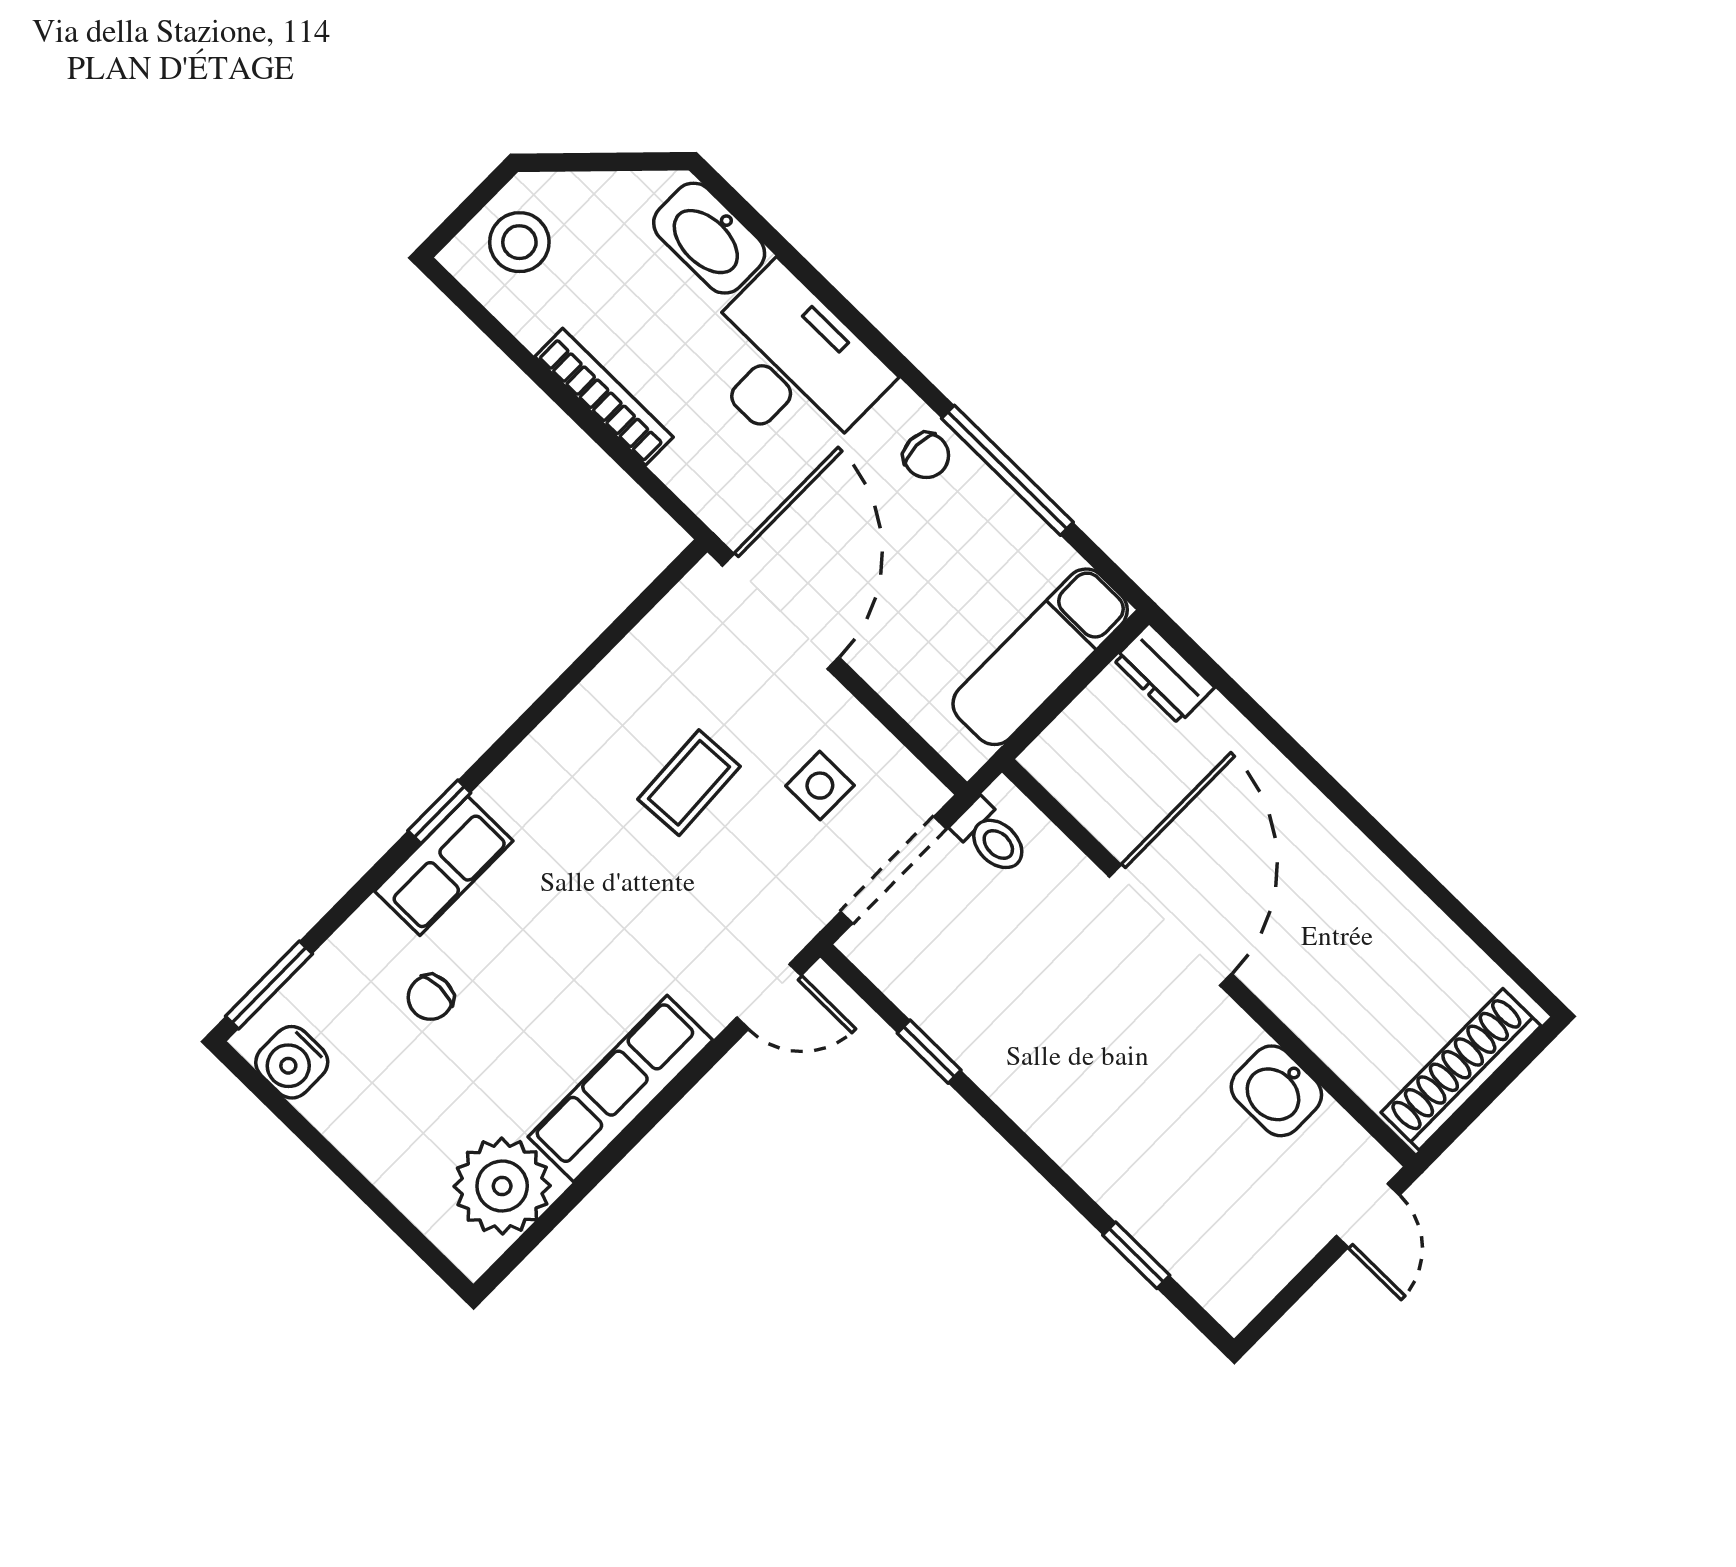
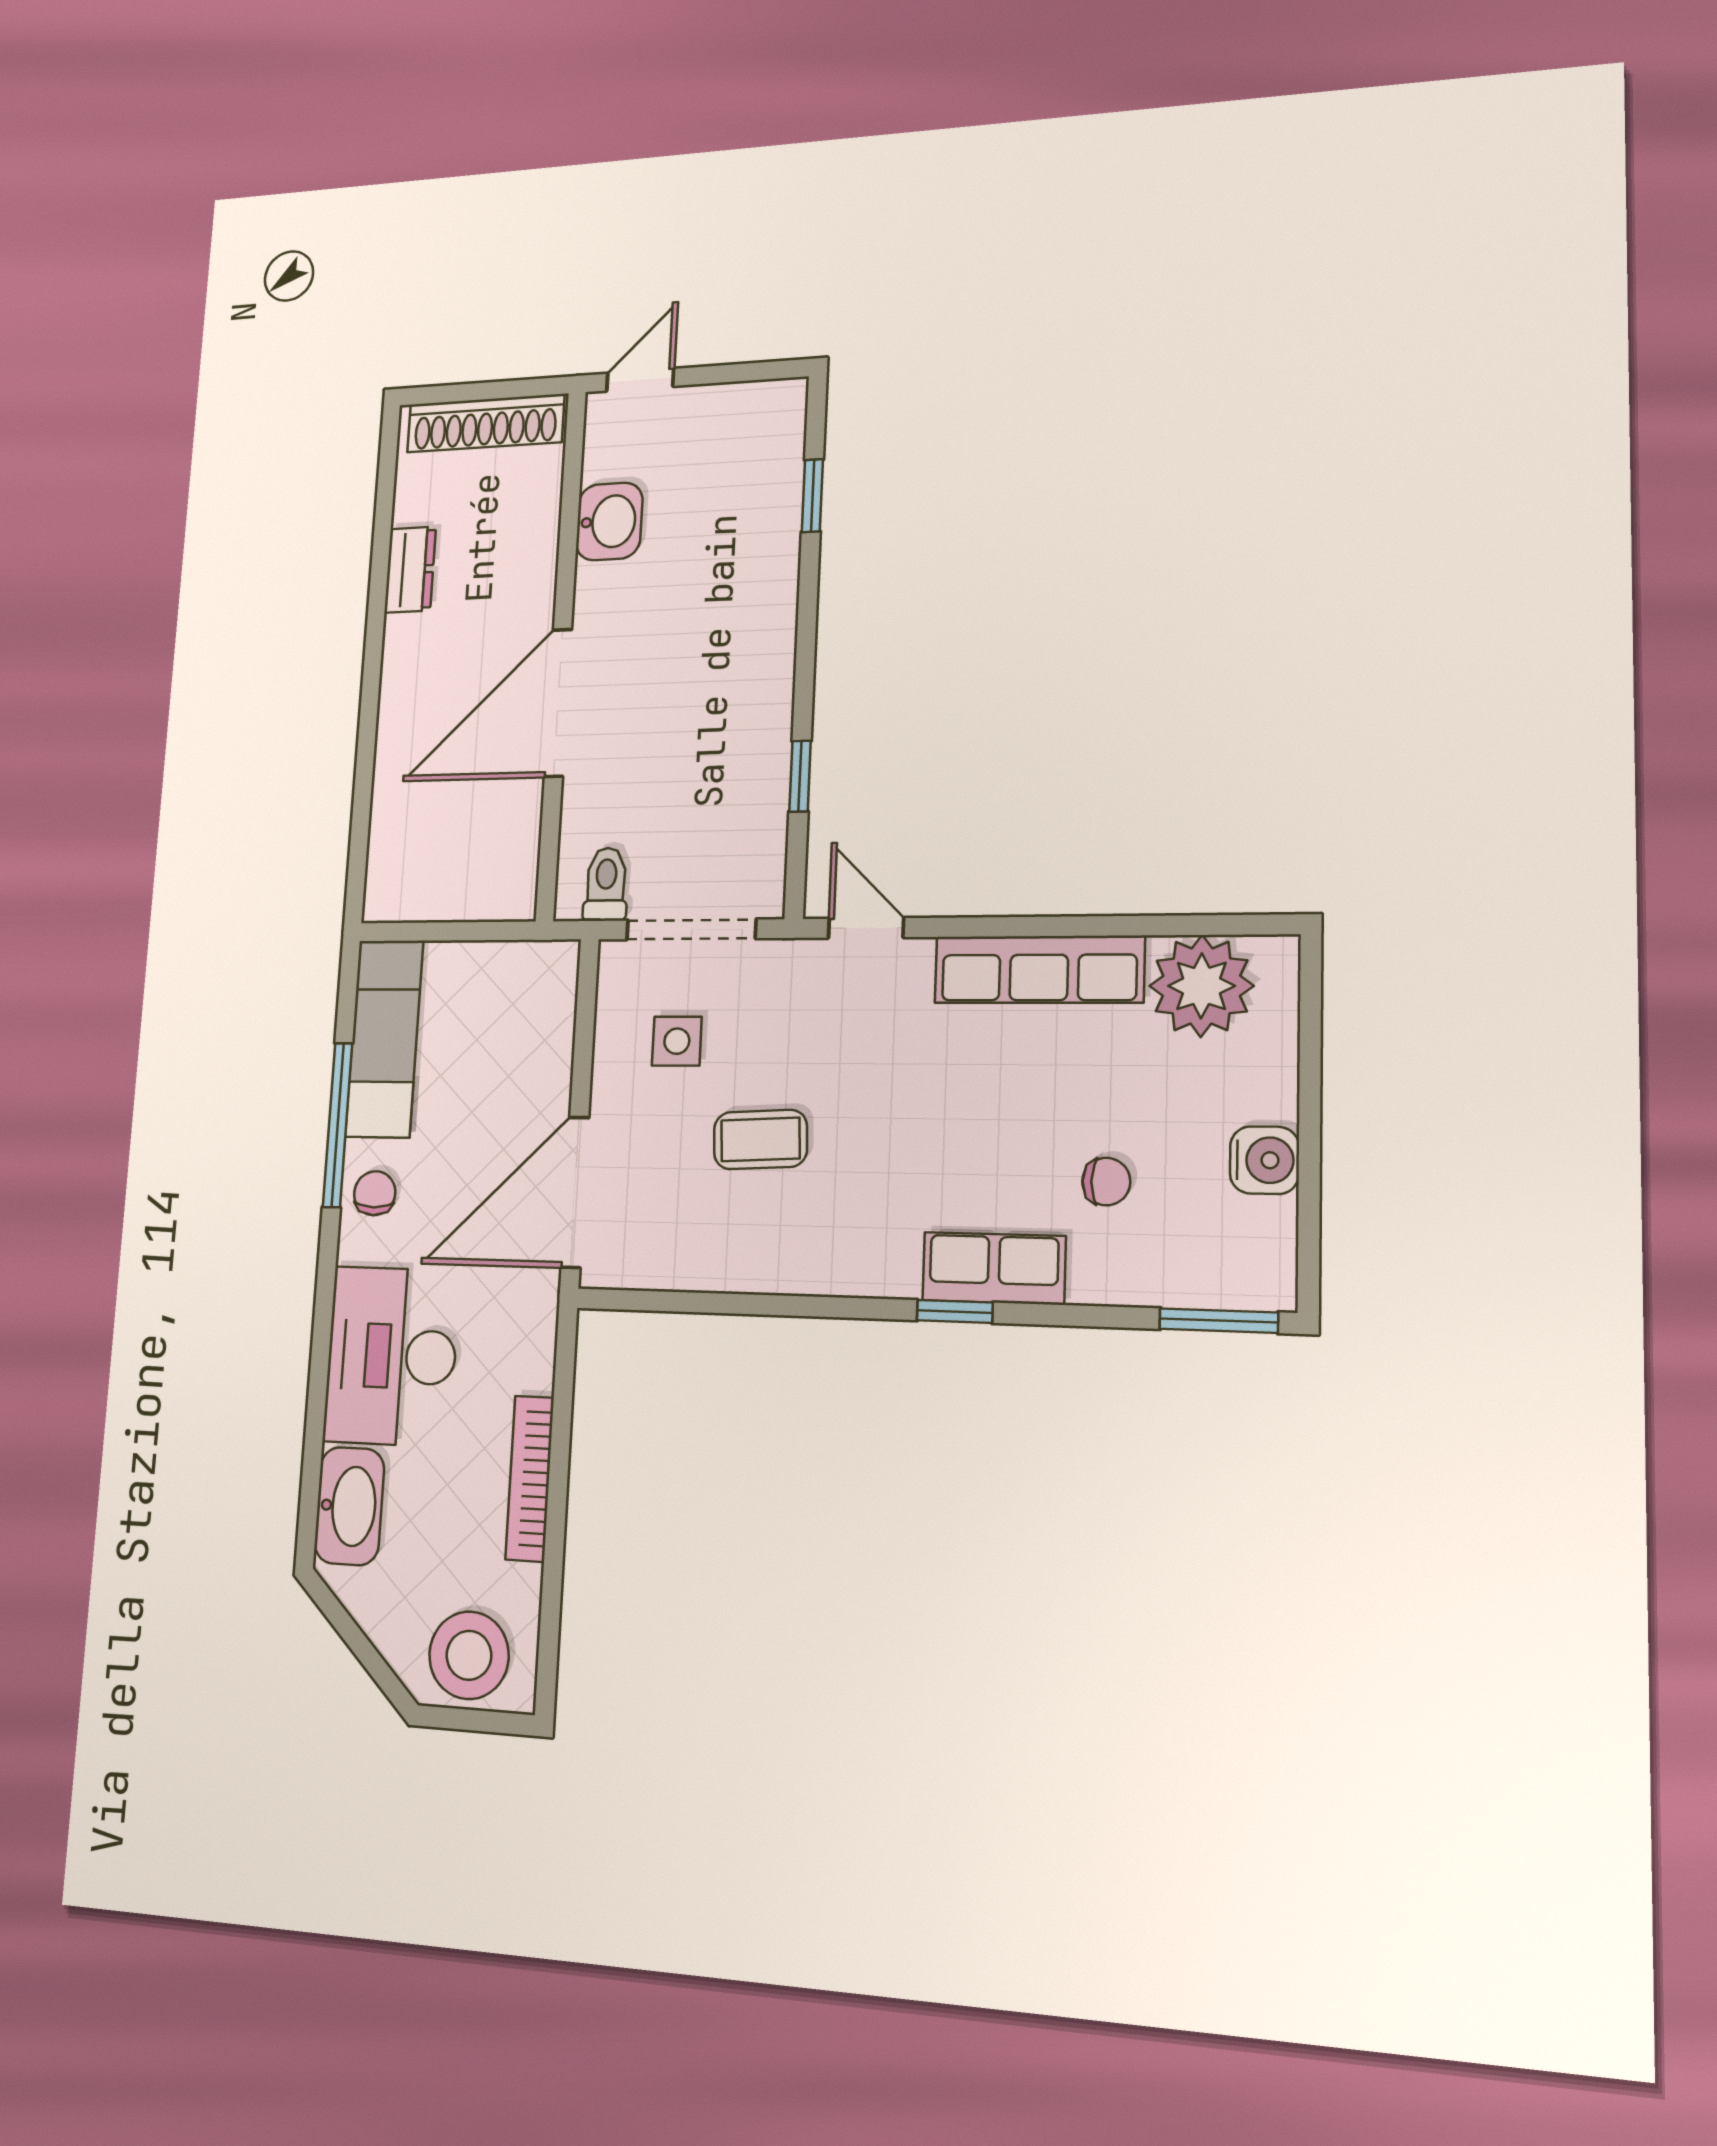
stool: (519, 242) -> (469, 1655), width x1.38, depth x1.38
exam couch: (1040, 657) -> (384, 1038), moved, turned -90
dresser: (1164, 673) -> (410, 570), moved
water cooler: (292, 1062) -> (1264, 1160), moved

